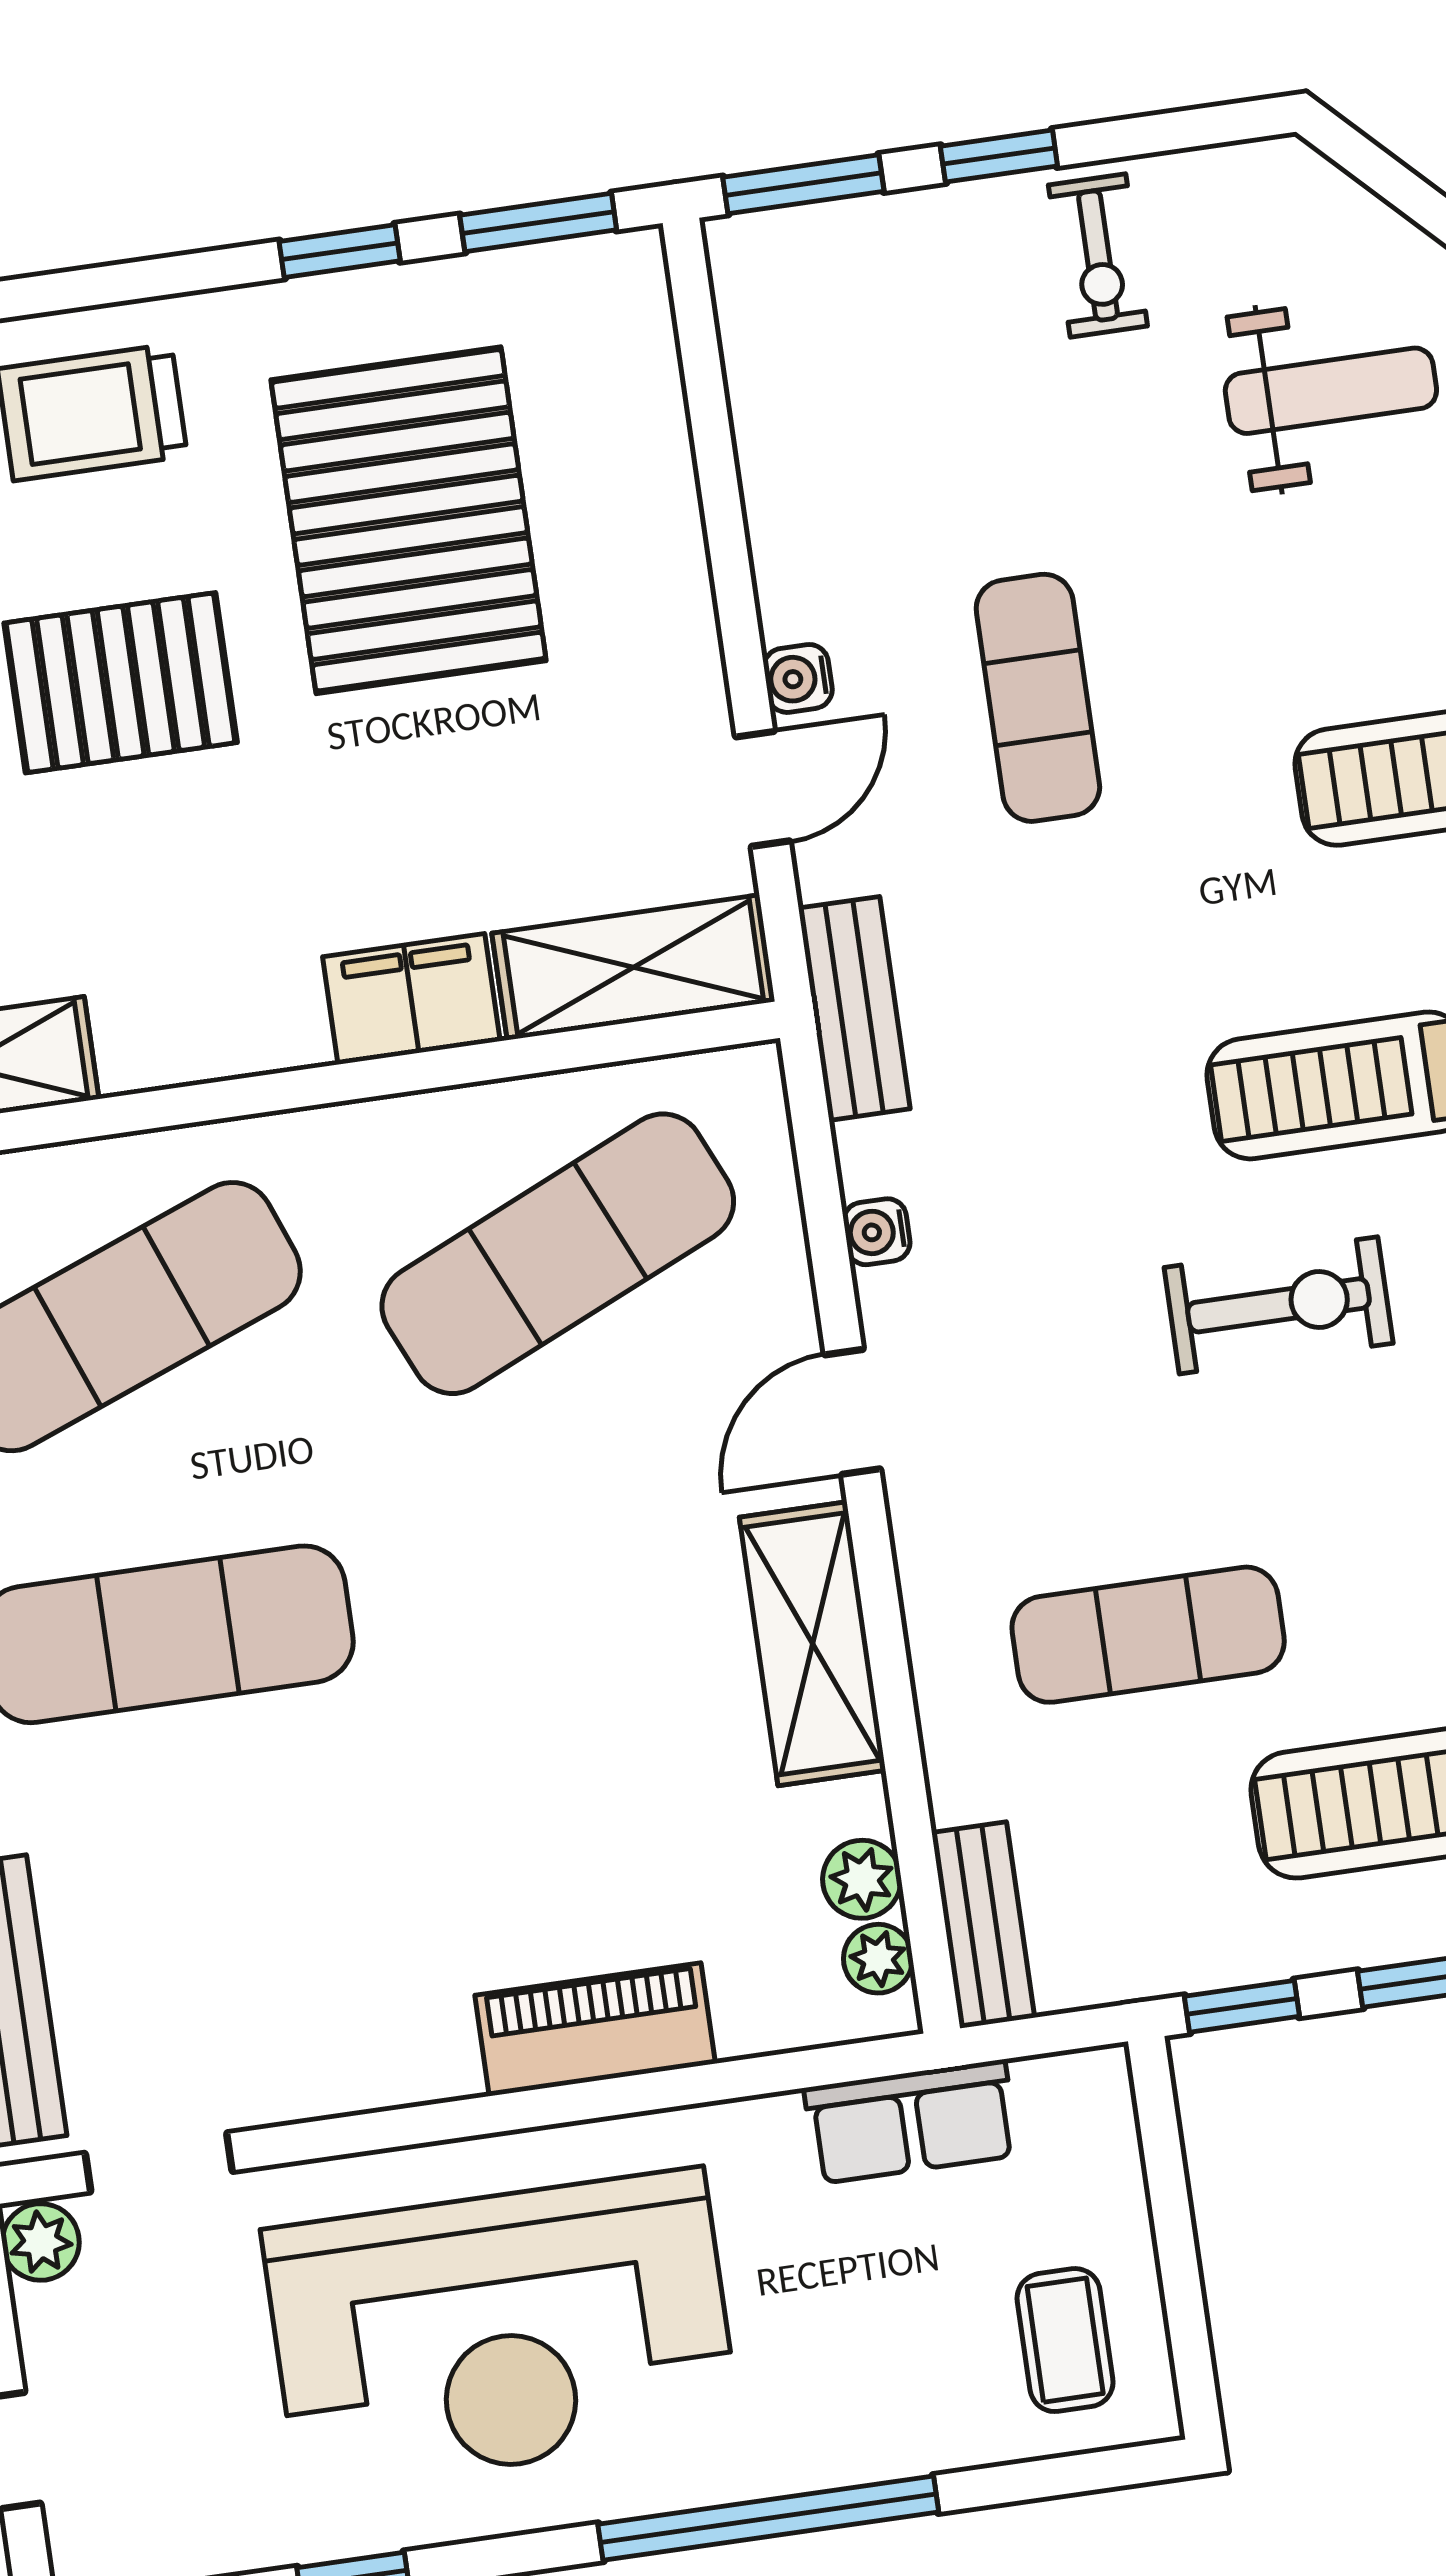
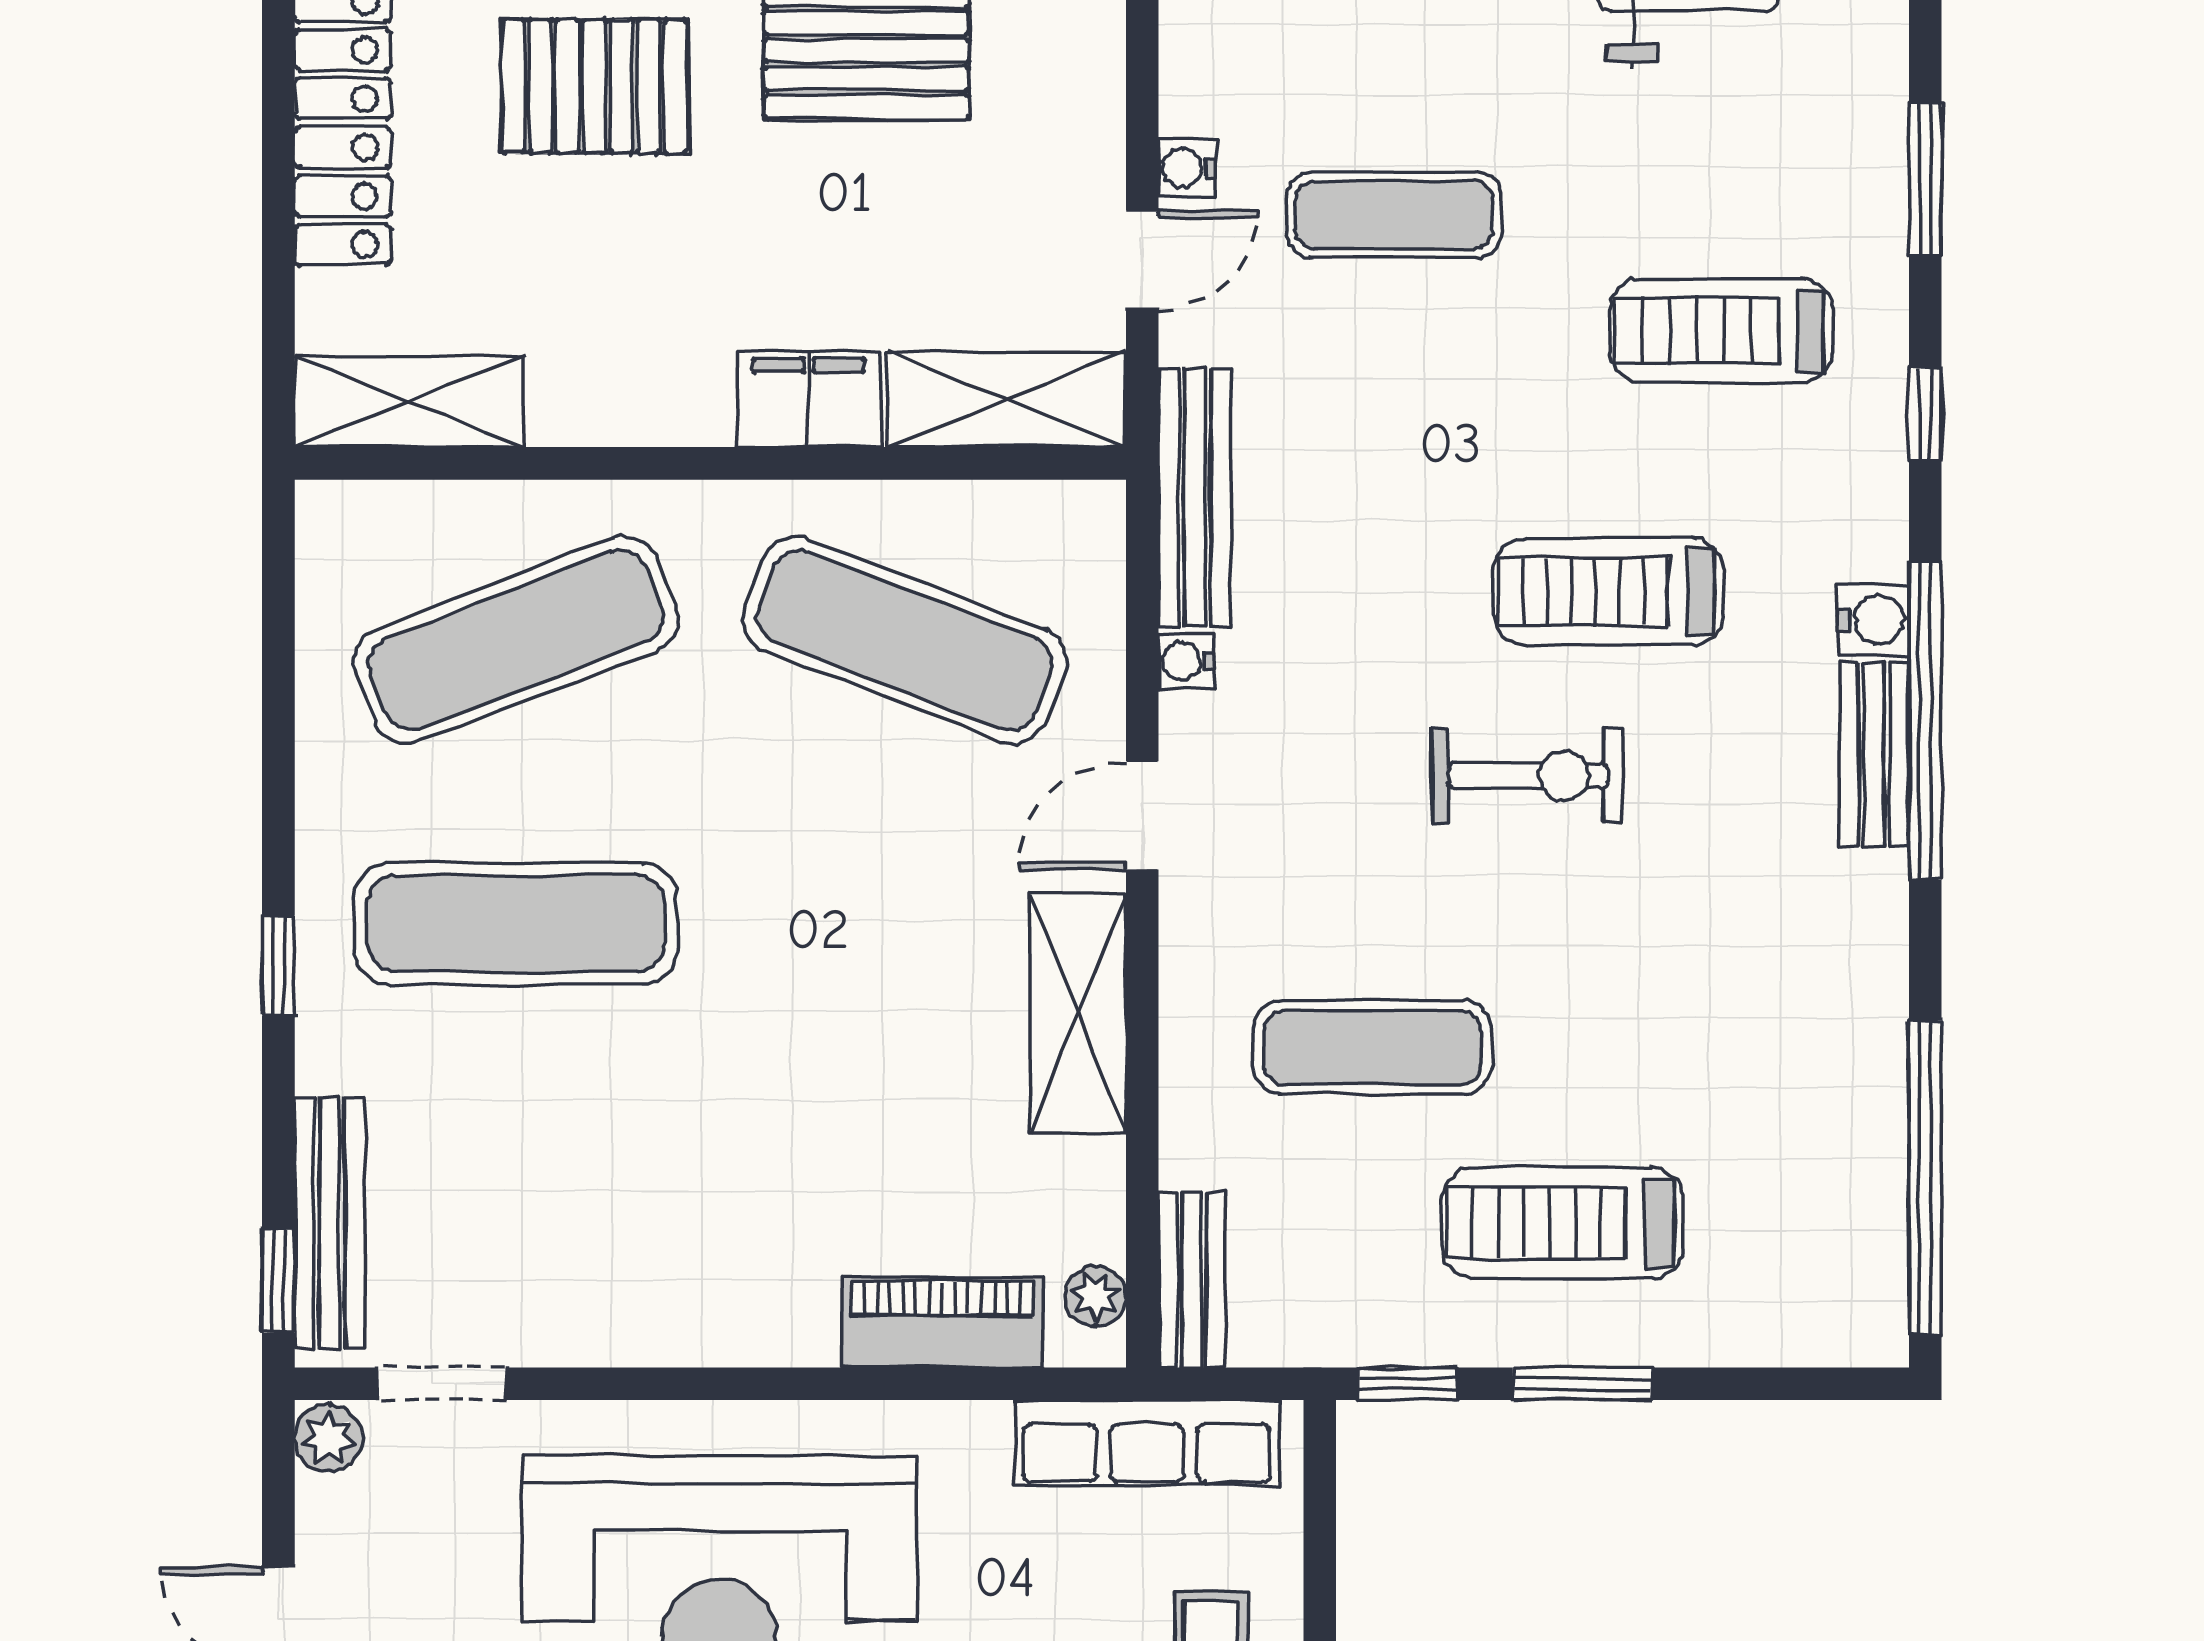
exercise mat: (1038, 698) -> (1394, 215), turned 90
bench: (854, 1008) -> (1194, 498), width x1.36
exercise mat: (558, 1254) -> (905, 640), turned 45
plant: (862, 1879) -> (1091, 1225), removed
piano: (595, 2029) -> (942, 1322), moved
row of seats: (911, 2122) -> (1147, 1443), width x1.48

